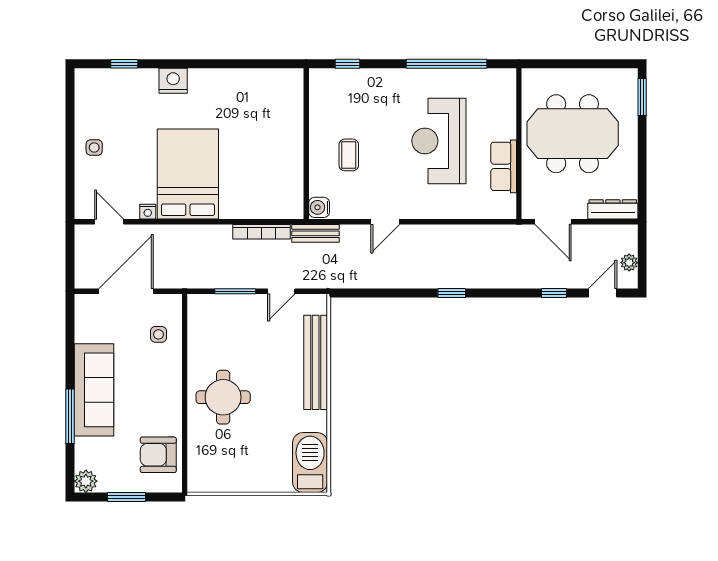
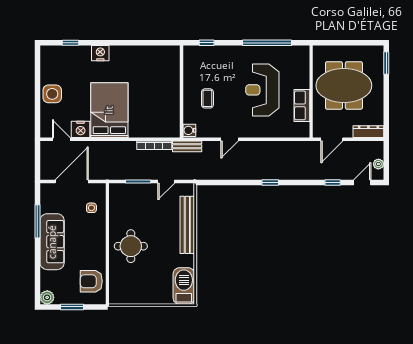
side table: (94, 148) -> (52, 94), width x1.87, depth x1.87
nightstand: (148, 212) -> (81, 129), width x1.89, depth x1.79
door: (553, 222) -> (332, 139), hinge flipped
window: (70, 416) -> (37, 221), moved

